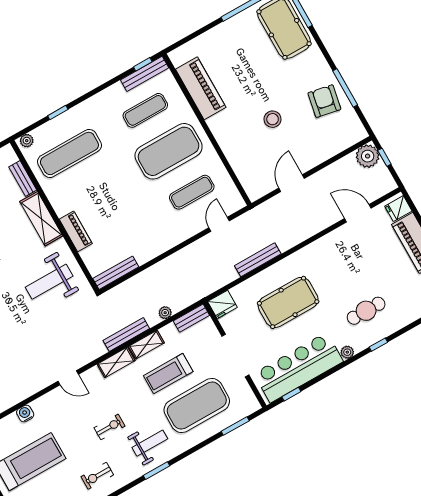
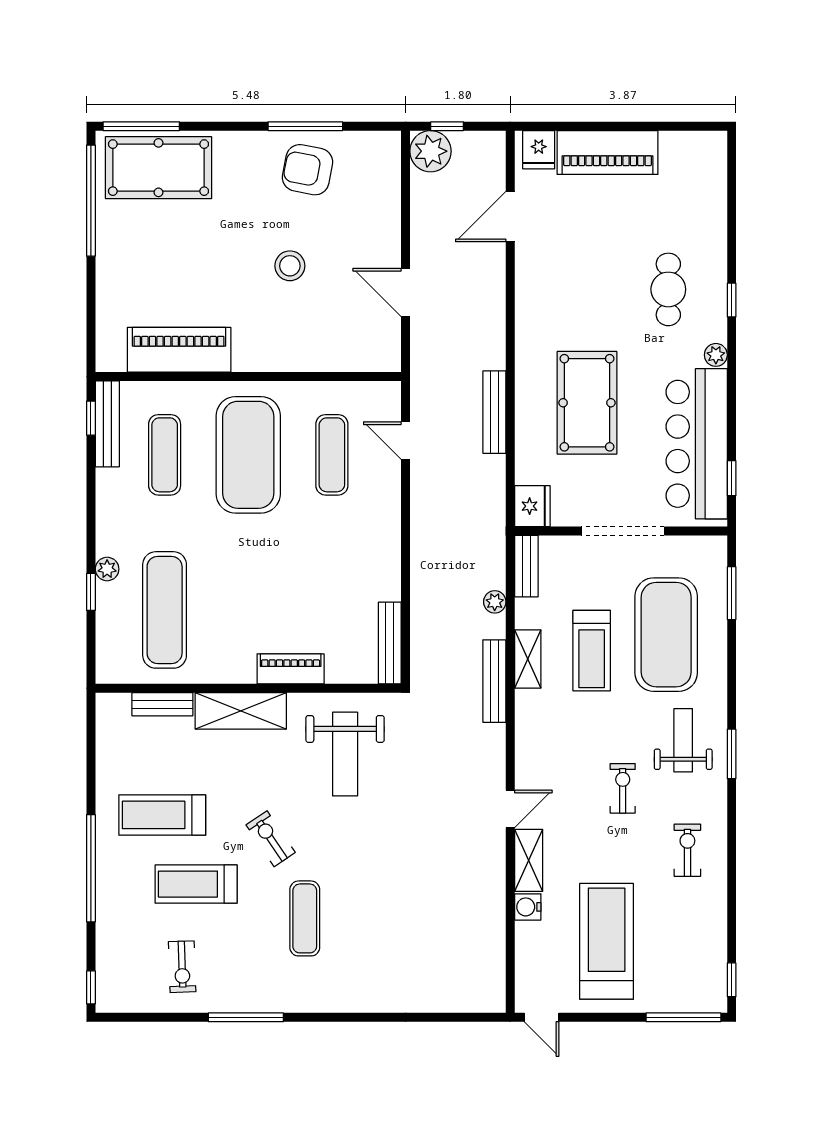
plant: (27, 141) -> (107, 569), moved
shelving: (116, 362) -> (529, 860), moved
exercise bike: (97, 476) -> (687, 850), turned 180

